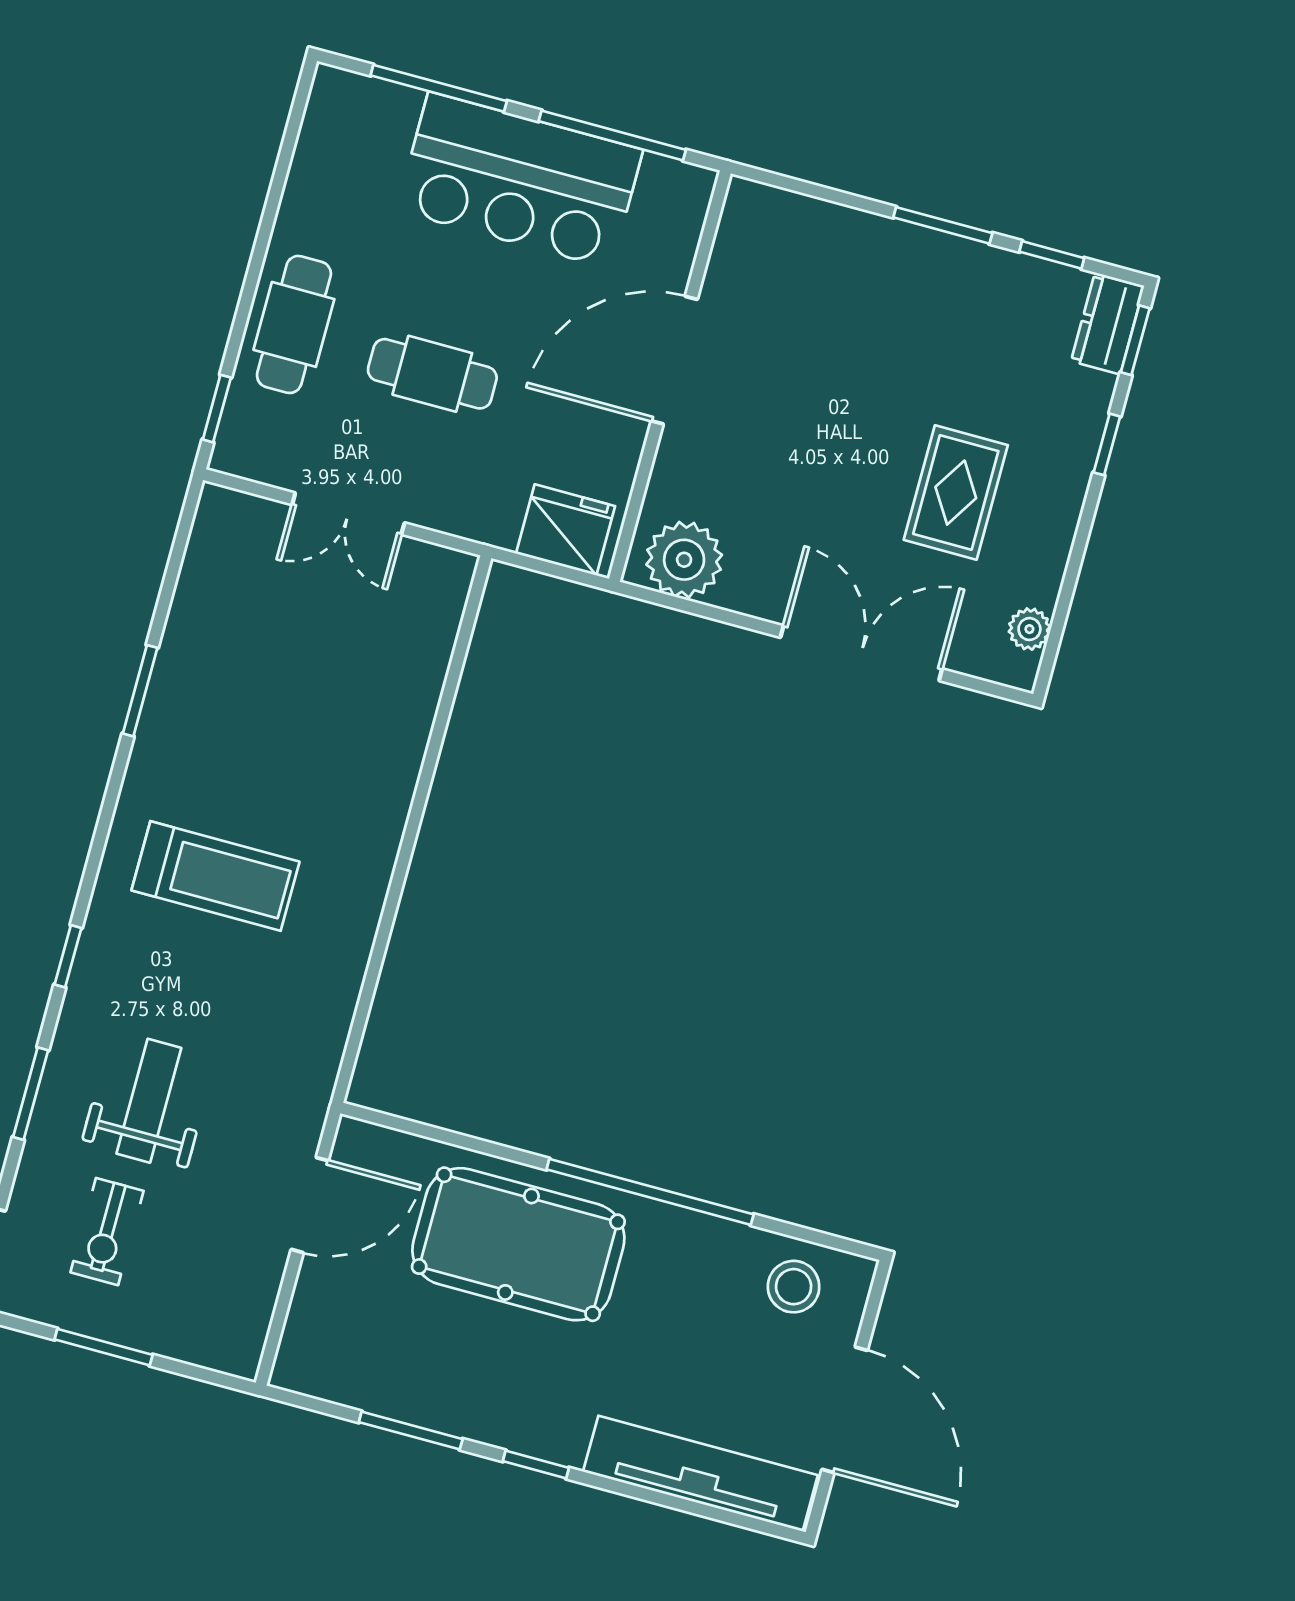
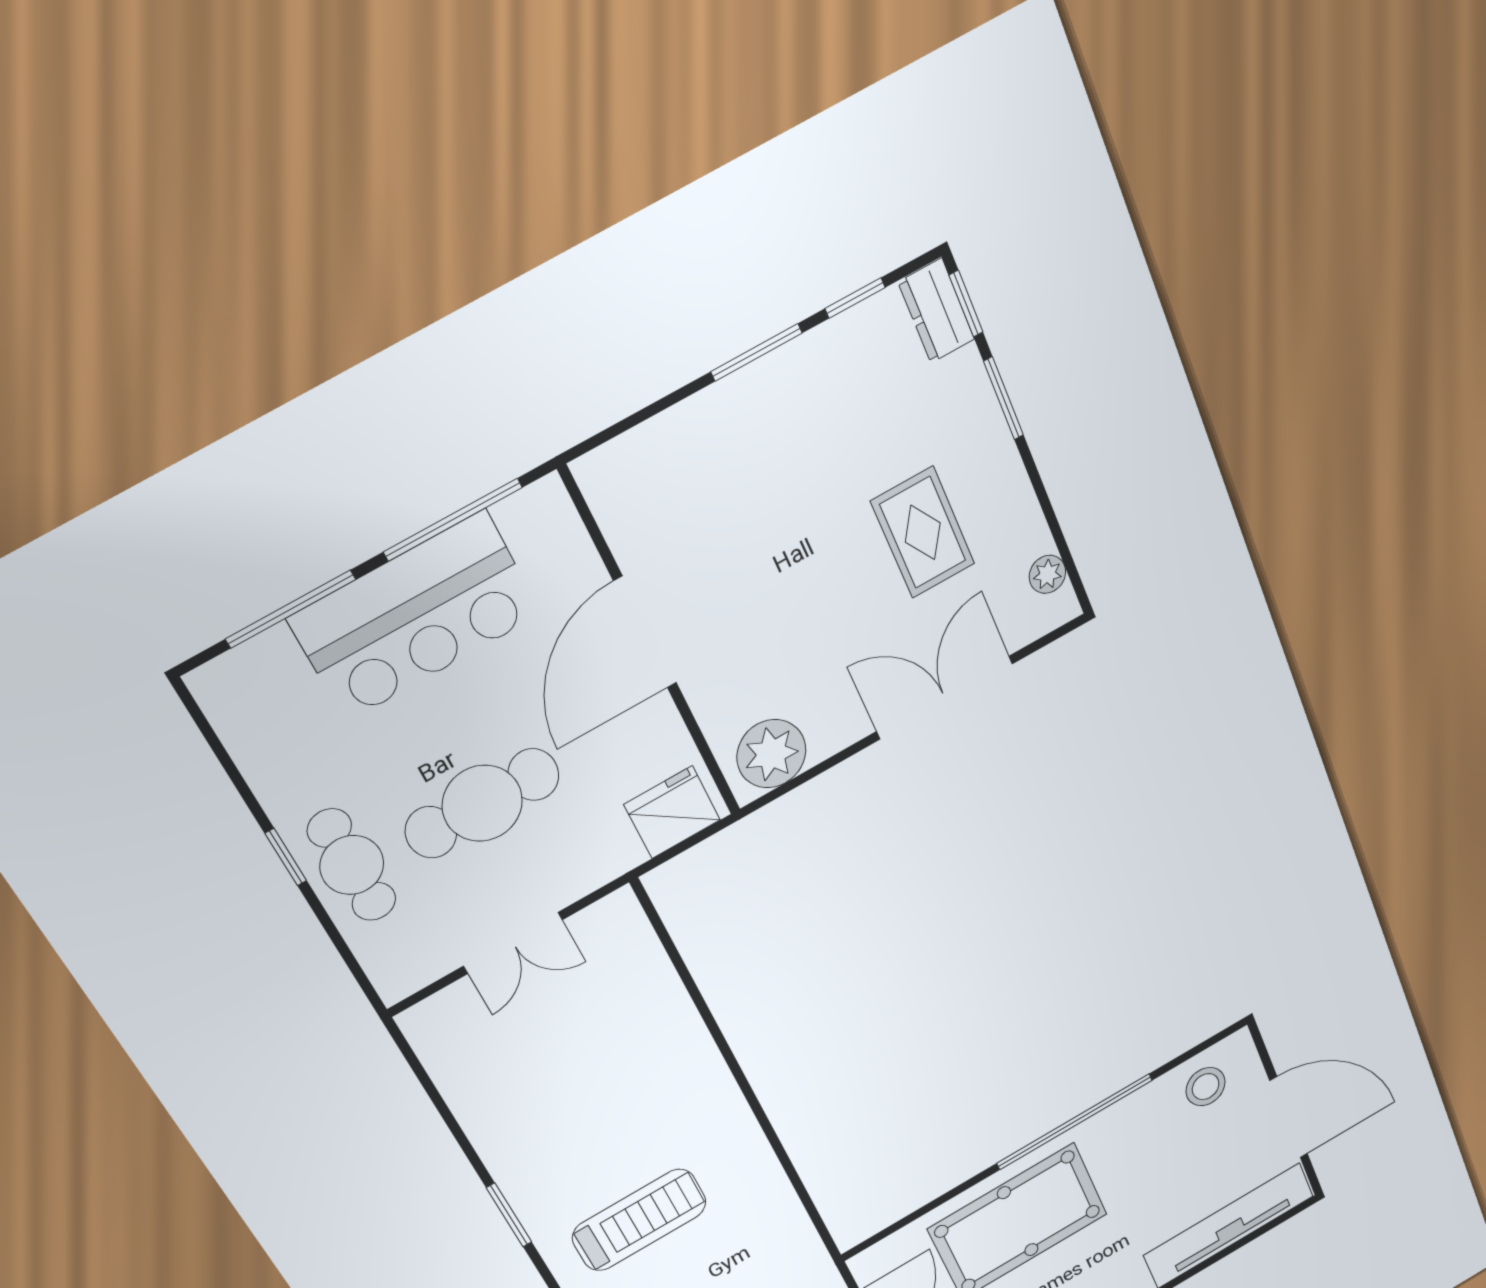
cafe table: (432, 374) -> (482, 803), width x1.37, depth x1.35
window: (217, 409) -> (286, 857), moved
window: (1107, 444) -> (1004, 398), width x1.50
window: (140, 691) -> (509, 1215), moved

